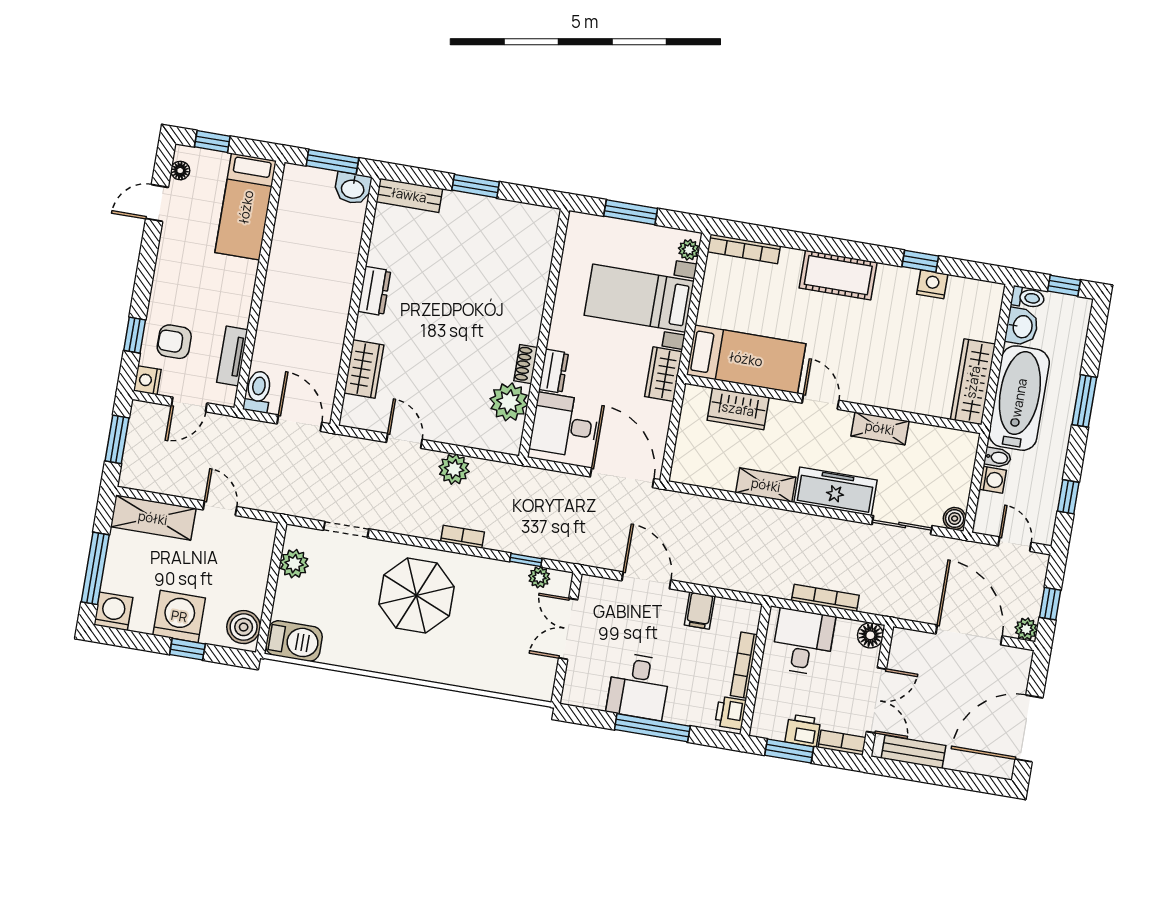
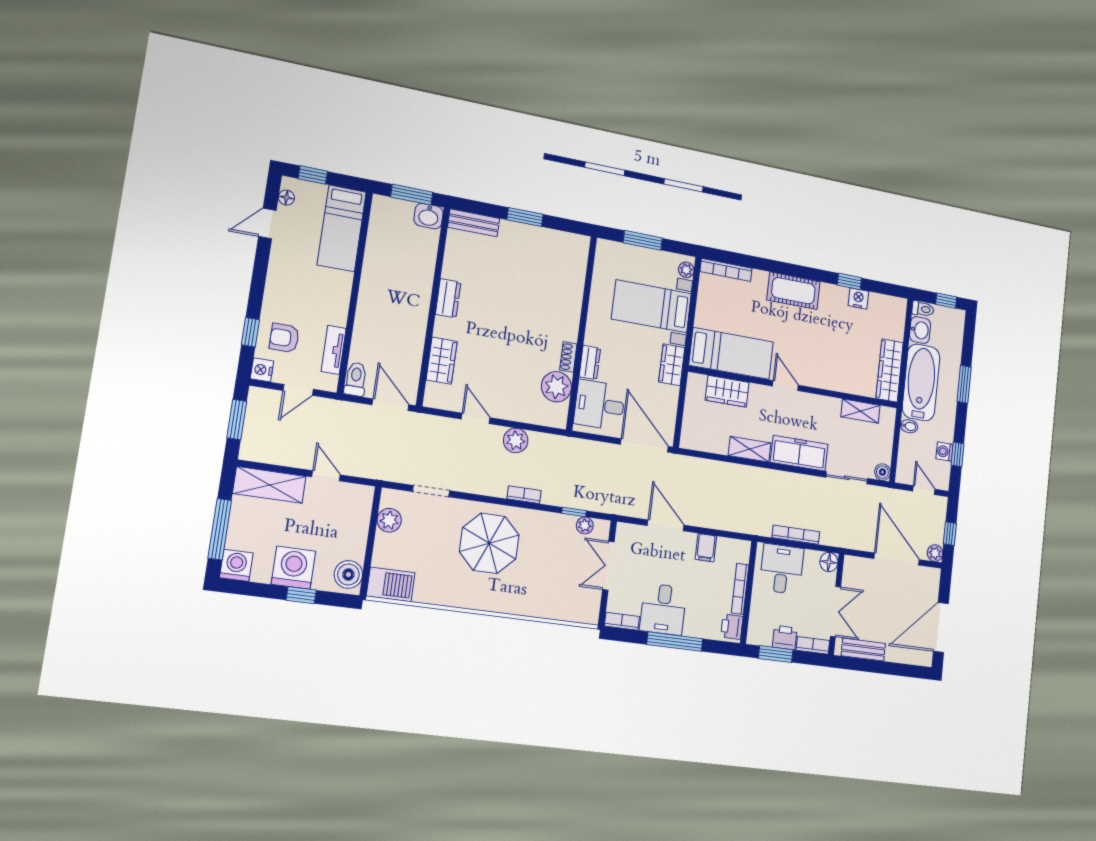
shelving: (880, 428) -> (860, 411), moved
washing machine: (993, 480) -> (944, 452), moved, turned 180
bookcase: (583, 699) -> (622, 621), added

